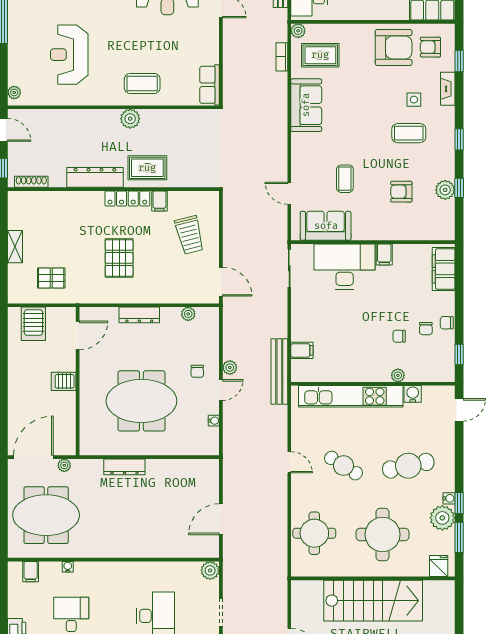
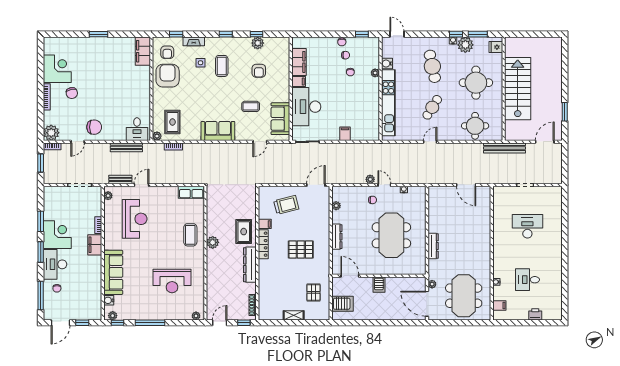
sofa: (306, 105) -> (218, 131), moved
filing cabinet: (444, 269) -> (299, 62), moved, turned -90
filing cabinet: (302, 350) -> (345, 134), moved
bench: (279, 371) -> (505, 148), moved
plant: (210, 570) -> (499, 192), removed

